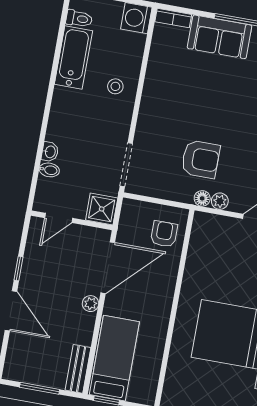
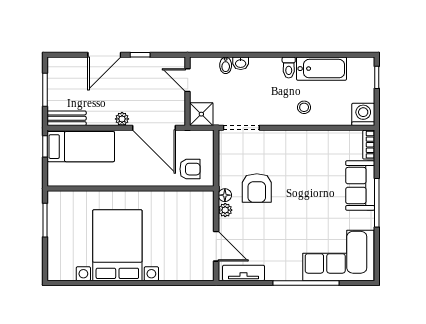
toilet: (79, 19) -> (289, 67), moved

